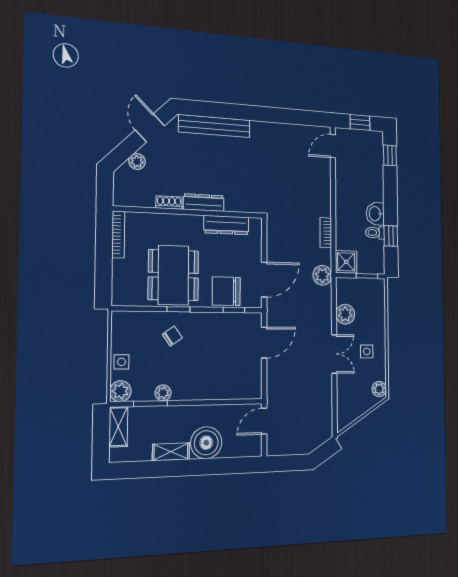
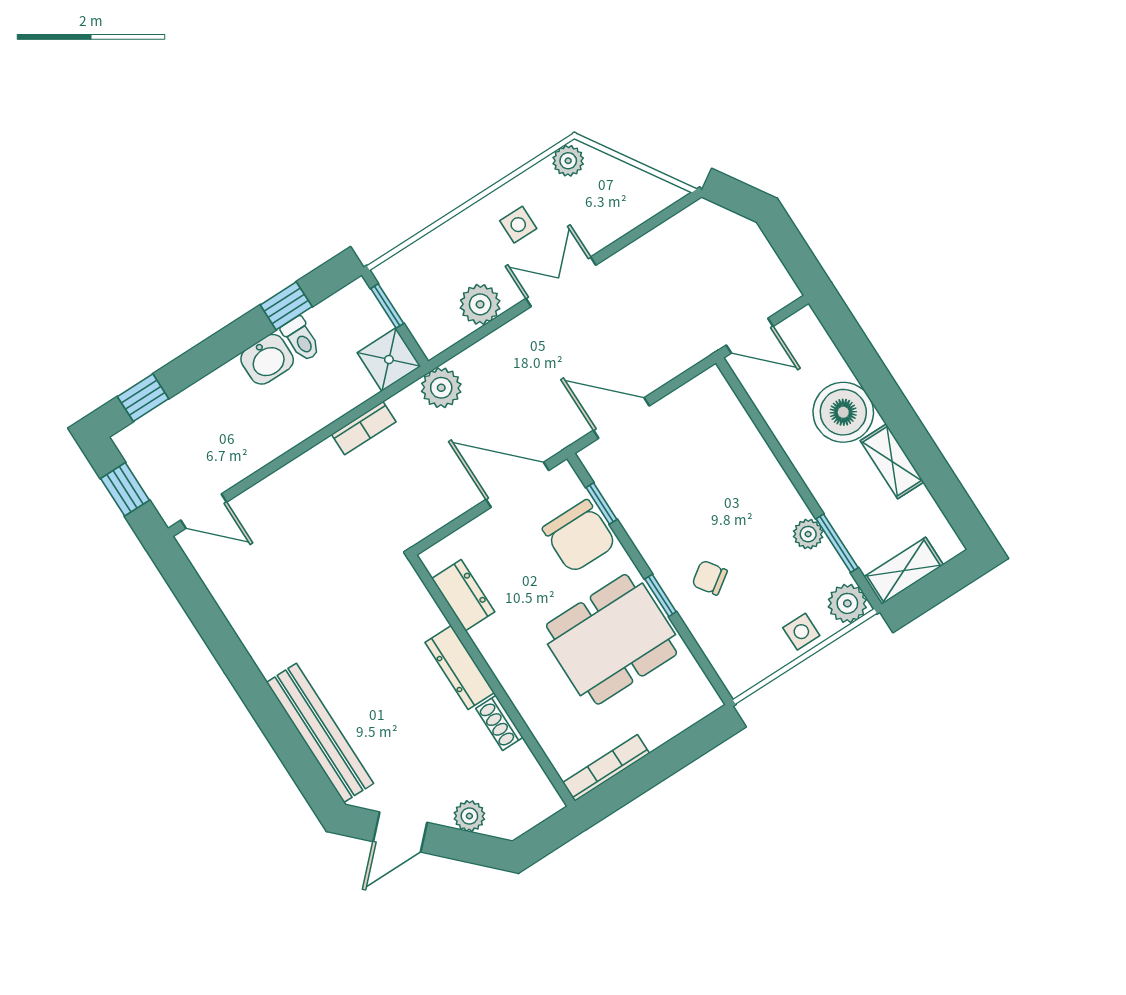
dresser: (226, 225) -> (463, 595), width x0.70

